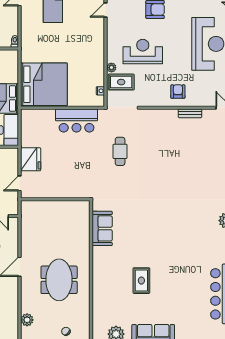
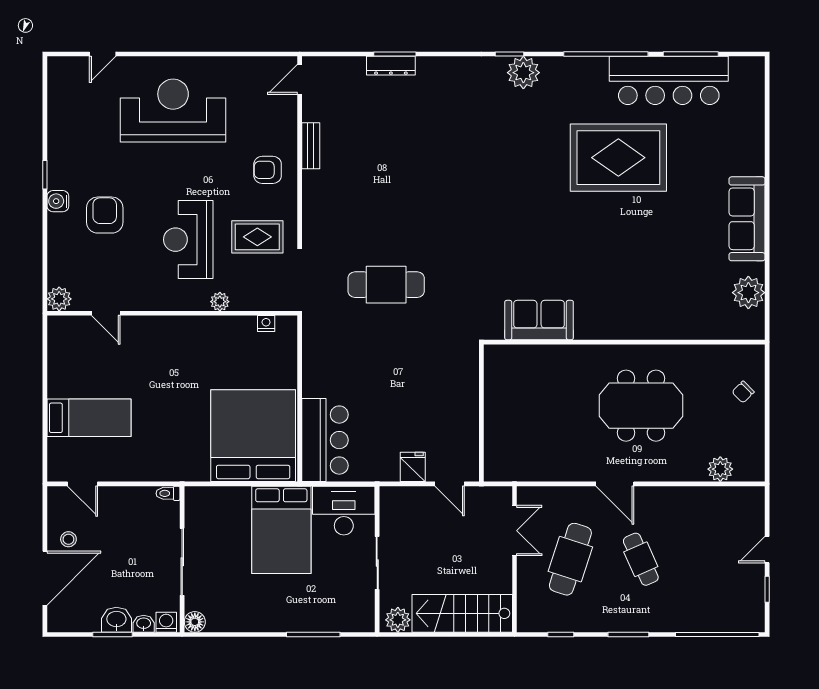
rug: (121, 82) -> (257, 237), moved, turned 90
bar counter: (77, 121) -> (325, 440), moved
cafe table: (120, 151) -> (386, 285), width x1.37, depth x1.35
fridge: (31, 159) -> (413, 467), width x0.53, depth x0.75
rug: (141, 281) -> (618, 158), moved, width x1.86, depth x2.06

